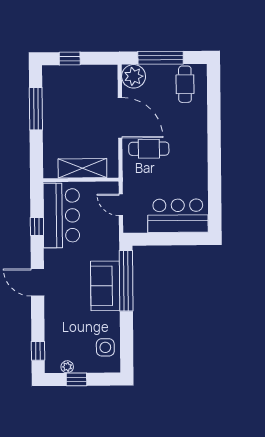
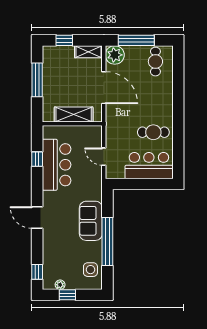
shelving: (100, 73) -> (88, 52), added
cafe table: (149, 149) -> (153, 132), moved
shelving: (82, 168) -> (74, 115), moved
wall: (81, 180) -> (72, 124), moved
window: (37, 226) -> (37, 159), moved
window: (126, 281) -> (107, 242), moved

